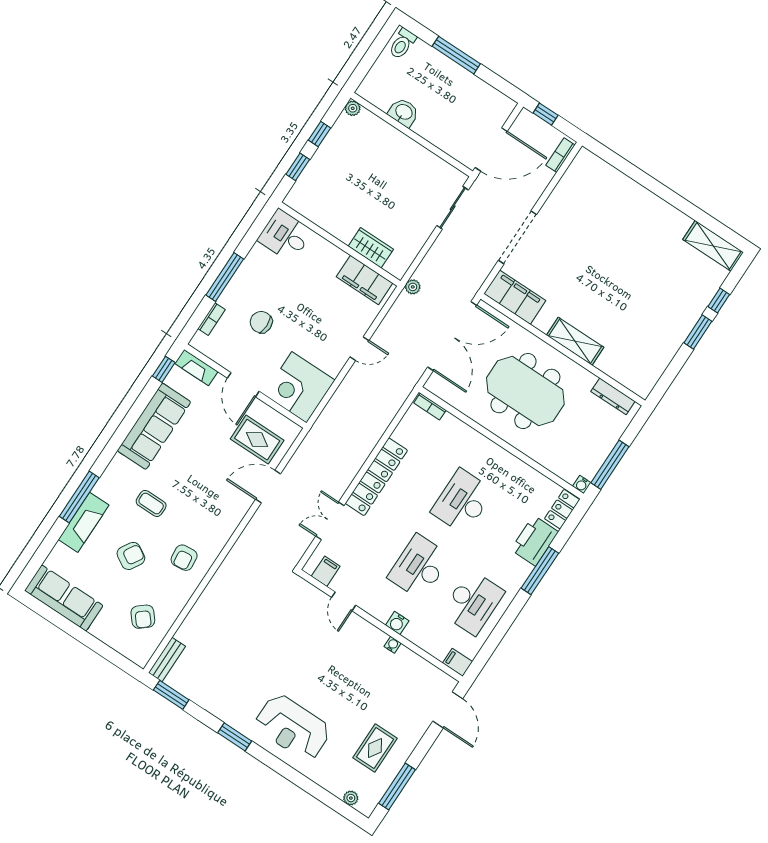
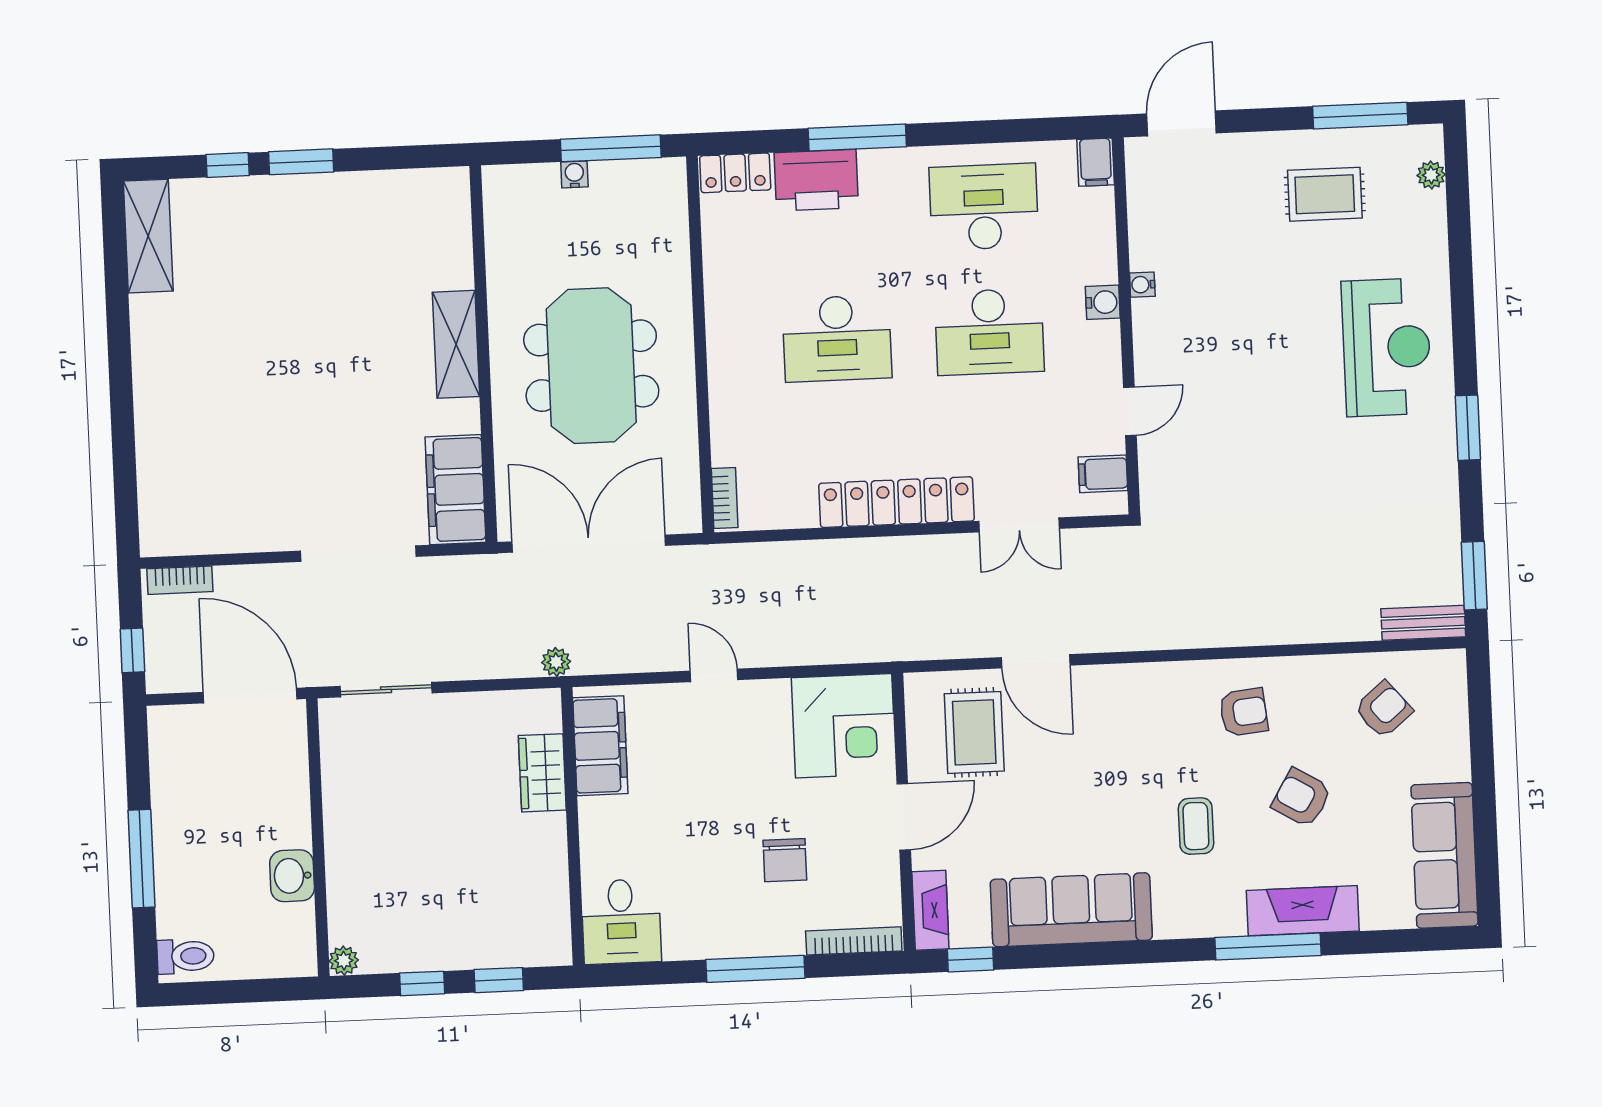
bookcase: (212, 319) -> (854, 941), width x1.56
dresser: (613, 396) -> (499, 222), removed
water cooler: (582, 484) -> (574, 174), moved, turned -90

